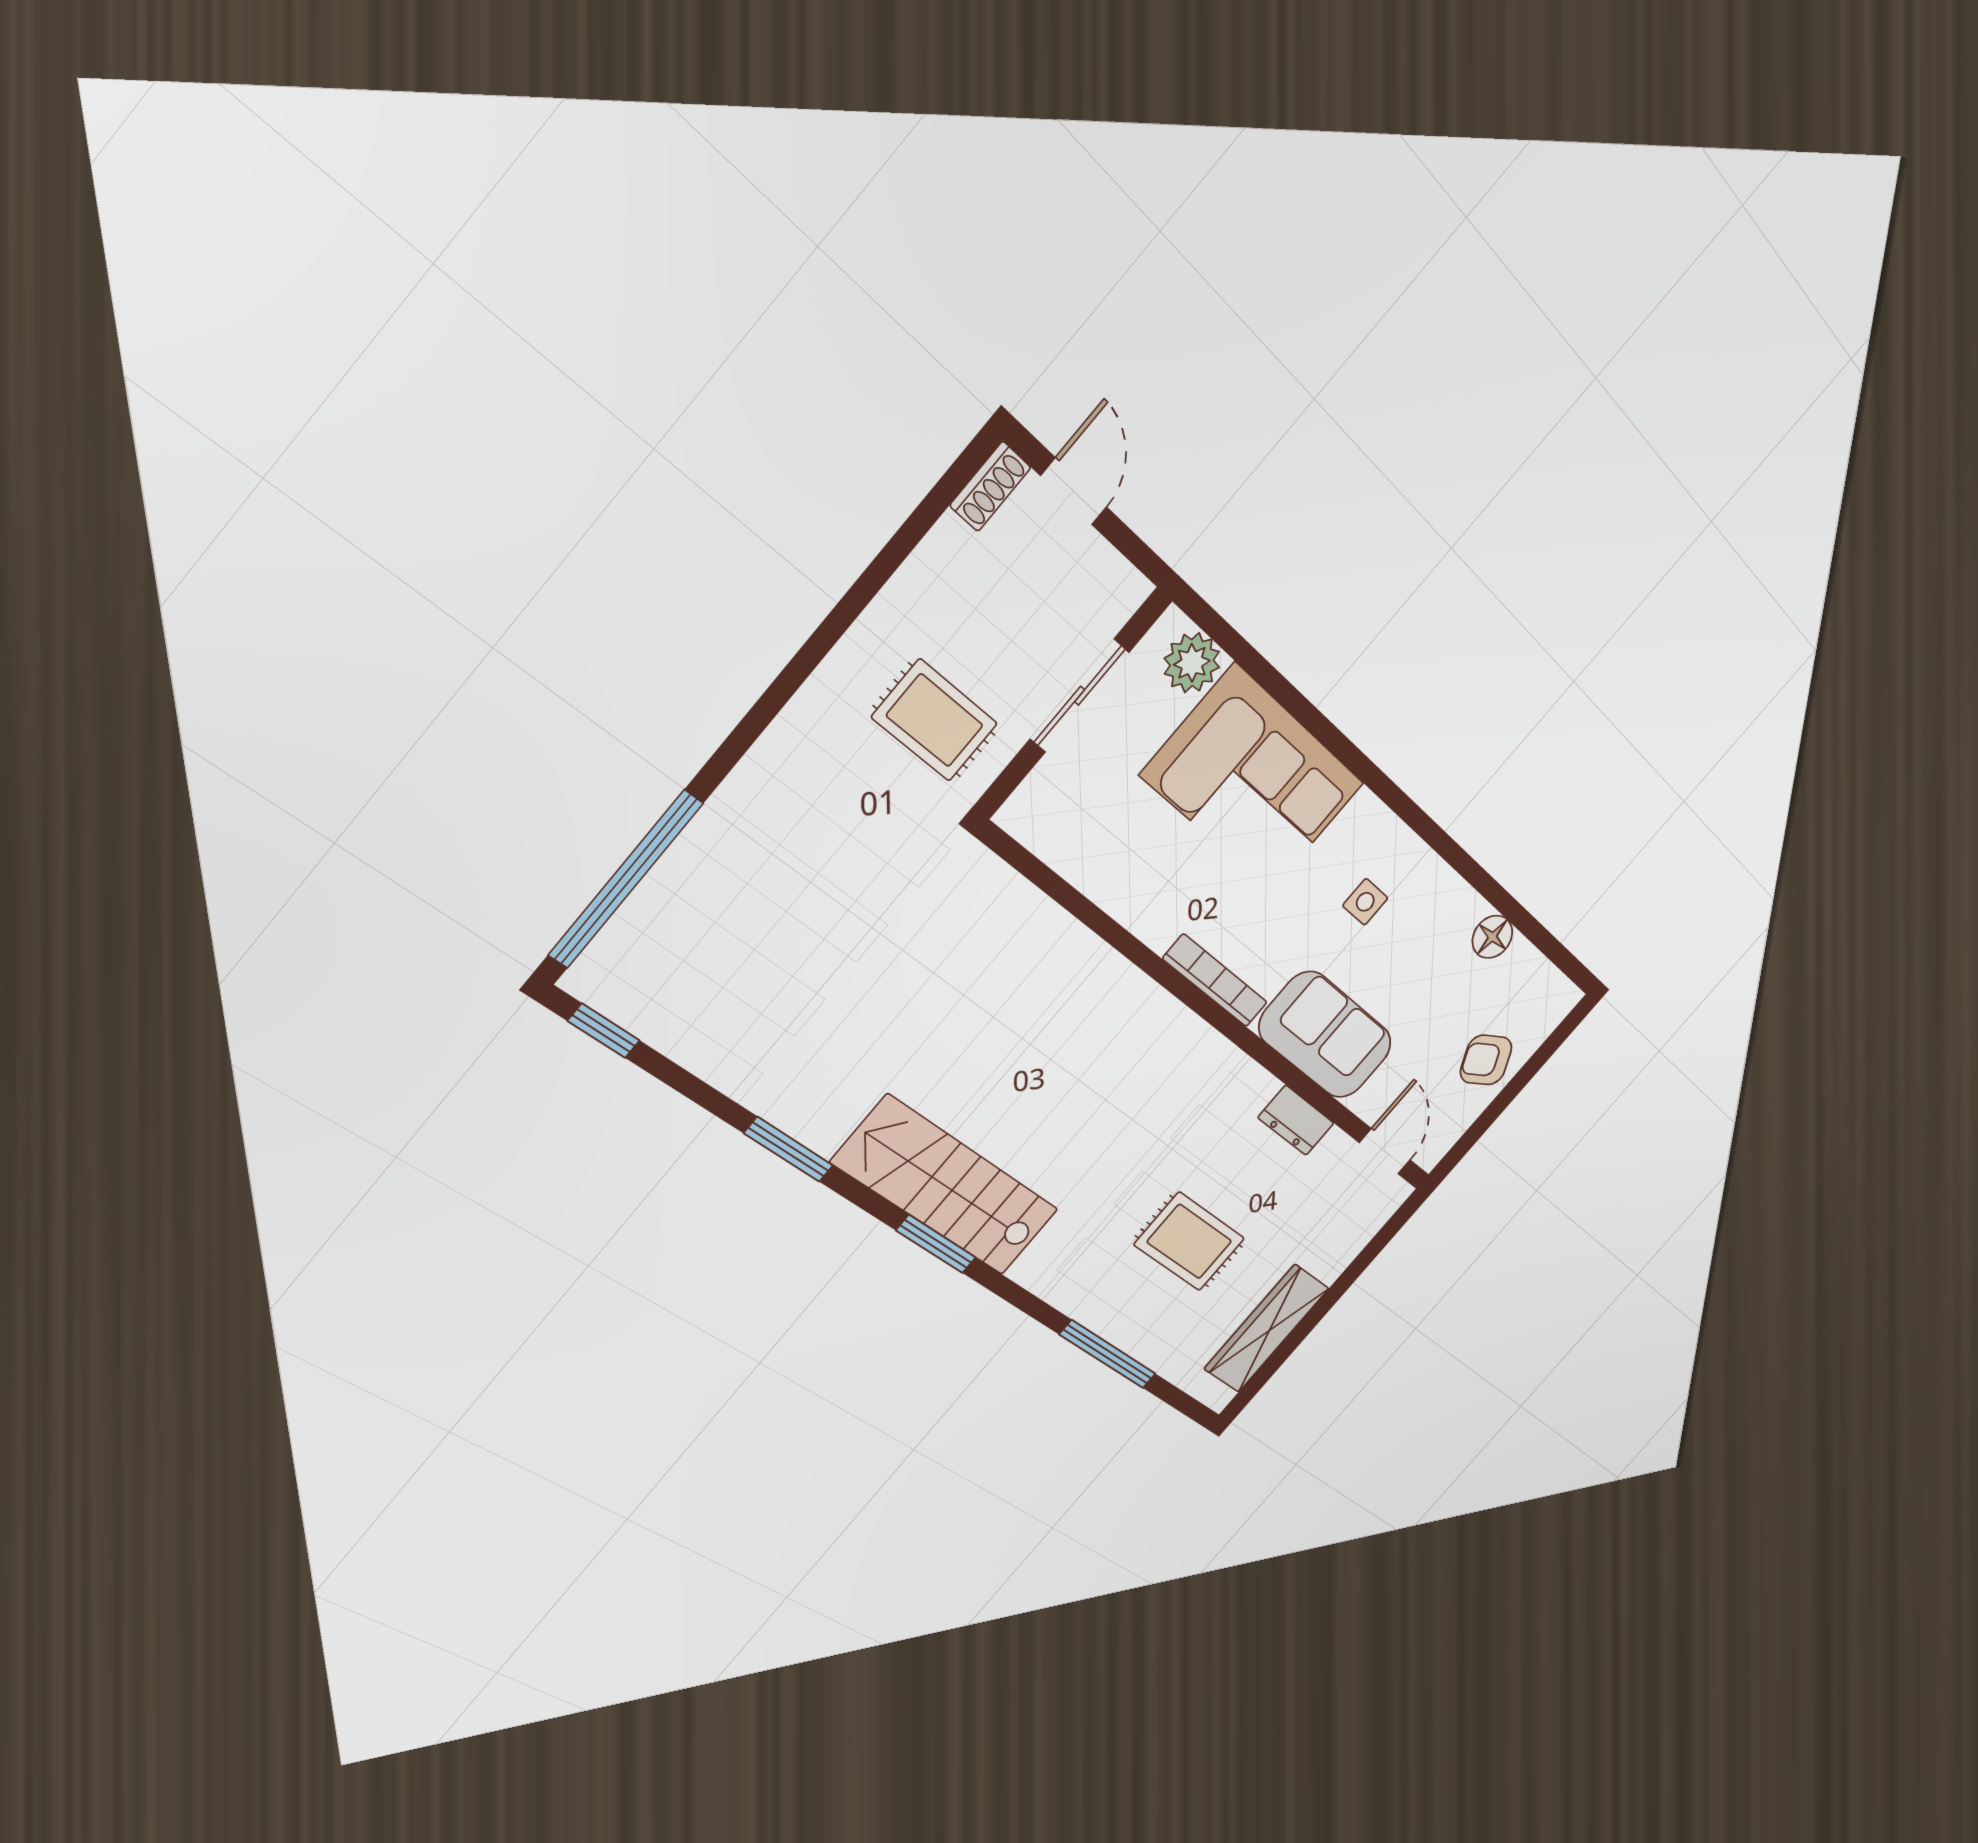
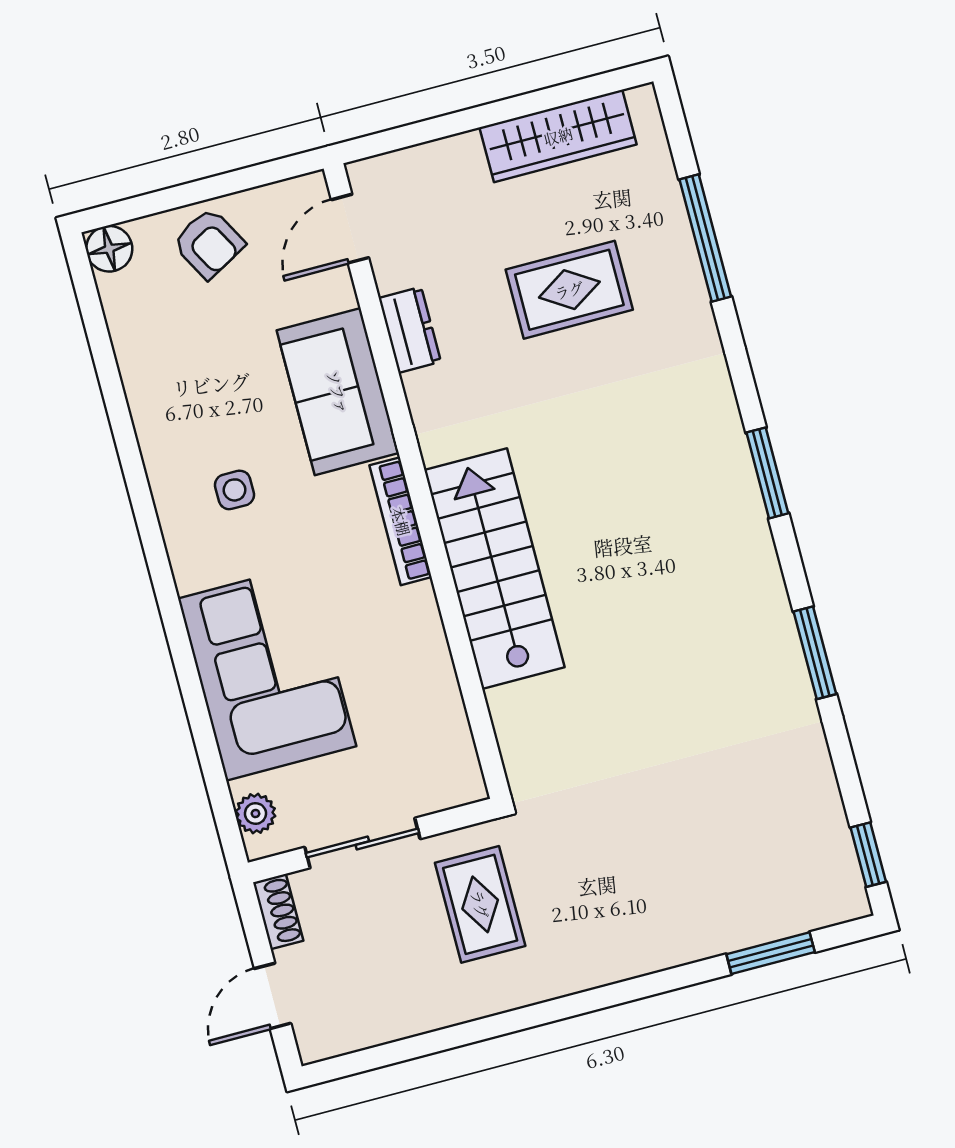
shoe rack: (990, 486) -> (278, 912), moved, turned 90
plant: (1192, 663) -> (255, 813), width x0.73, depth x0.73
window: (625, 879) -> (771, 953), width x0.47
floor lamp: (1492, 937) -> (109, 249), moved
stairs: (946, 1186) -> (494, 569), moved, turned 180
rug: (1189, 1242) -> (569, 290), turned 90

